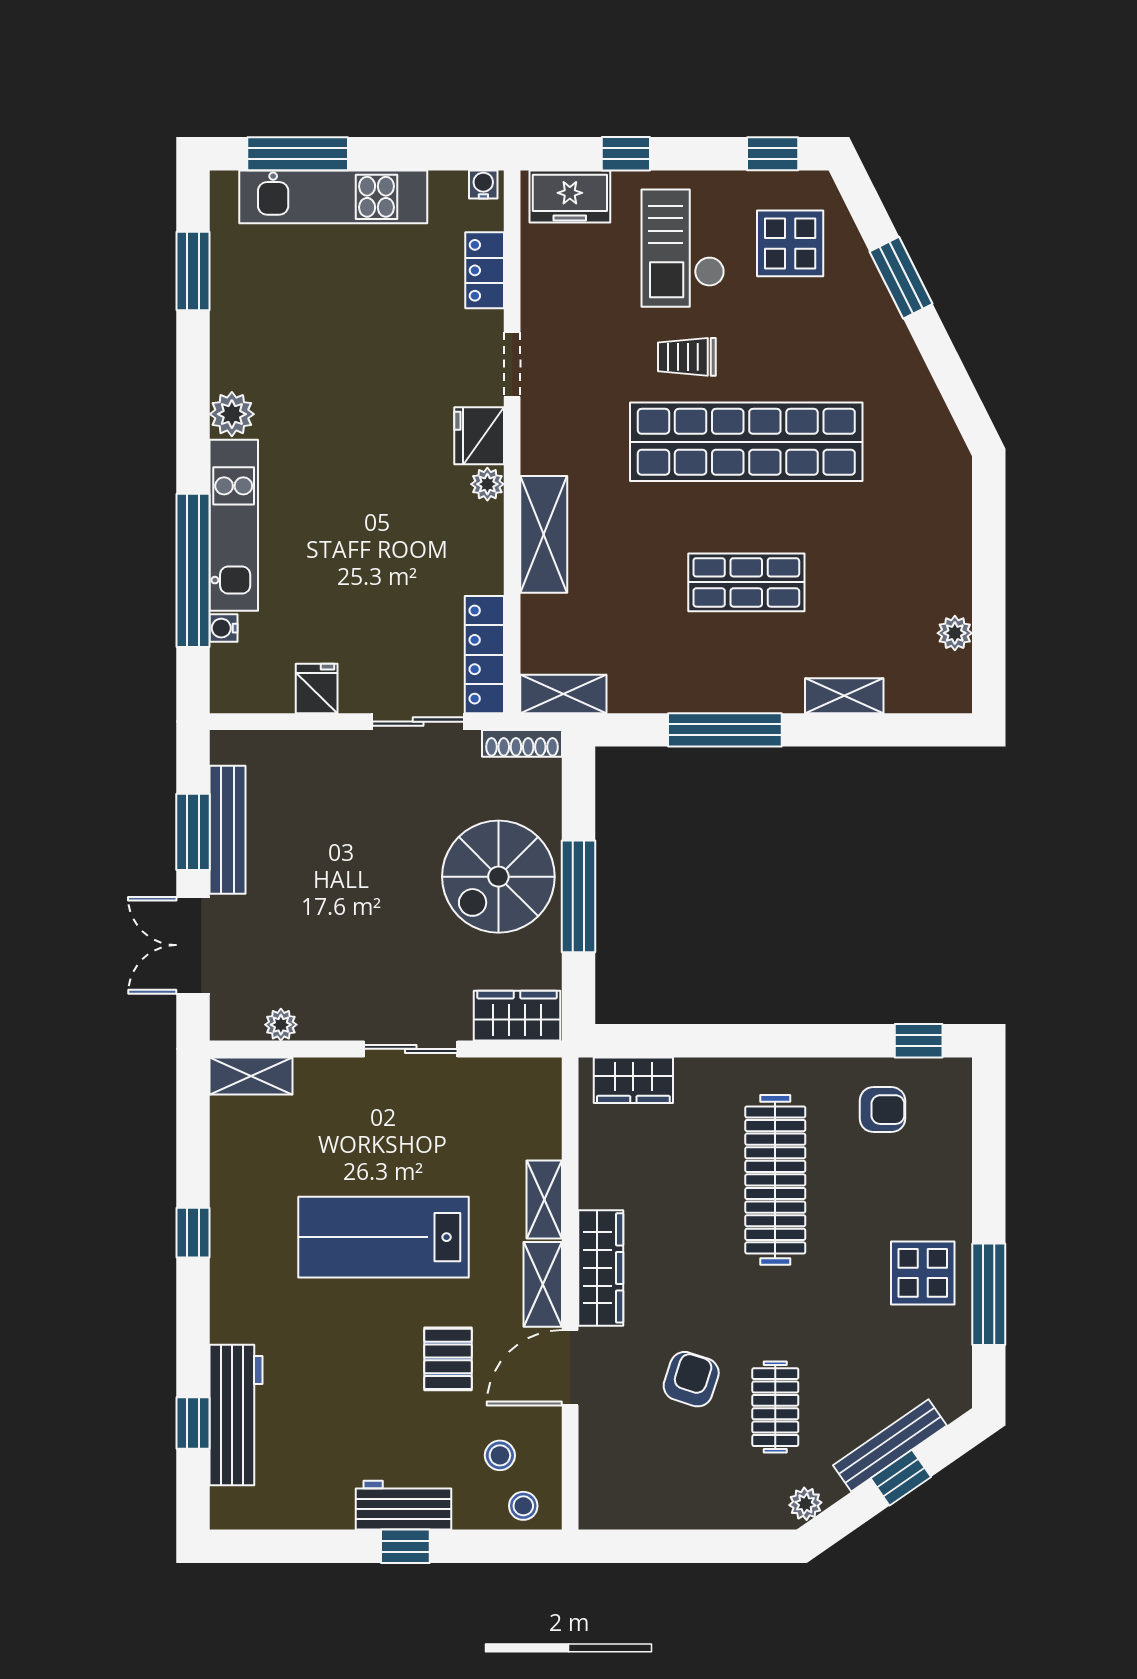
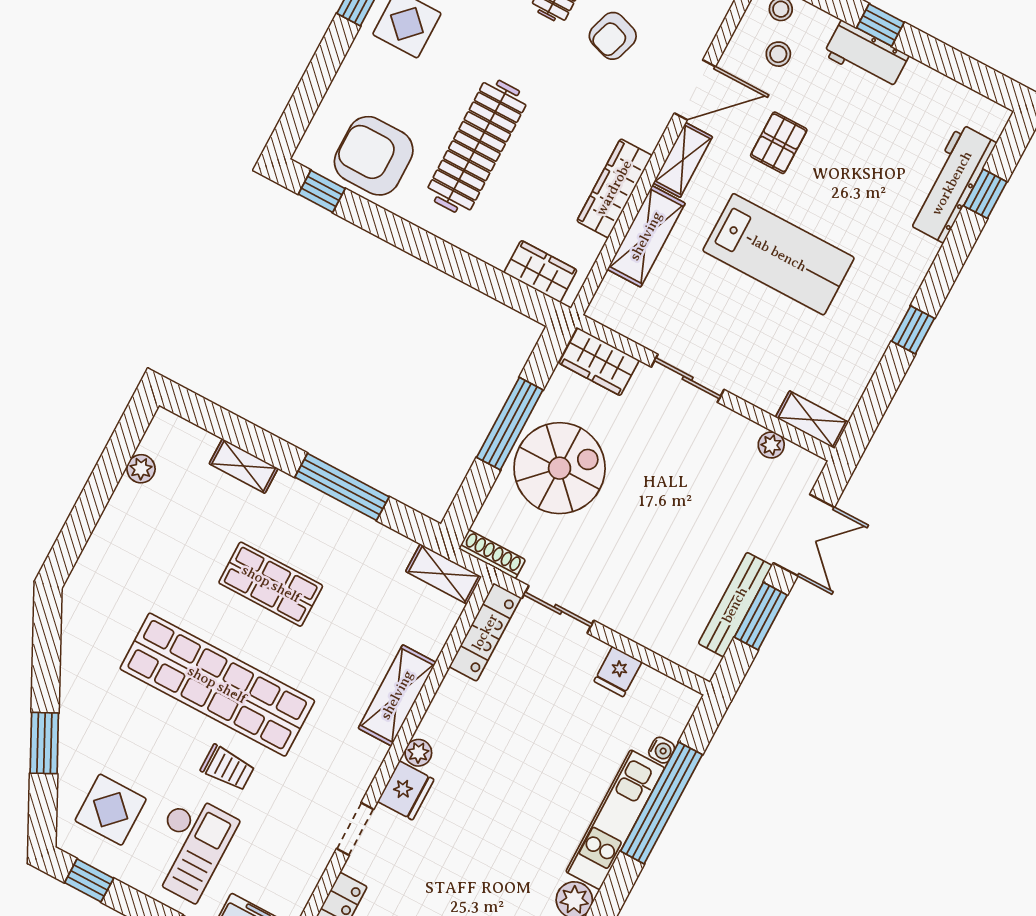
armchair: (882, 1110) -> (374, 156), width x1.88, depth x1.88
shelving: (544, 1199) -> (646, 236), width x1.50, depth x1.33
wardrobe: (601, 1268) -> (614, 188), moved

